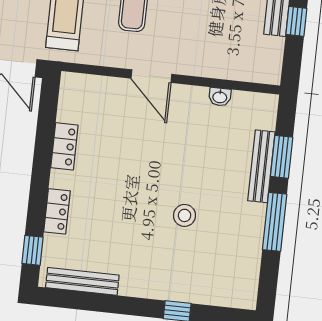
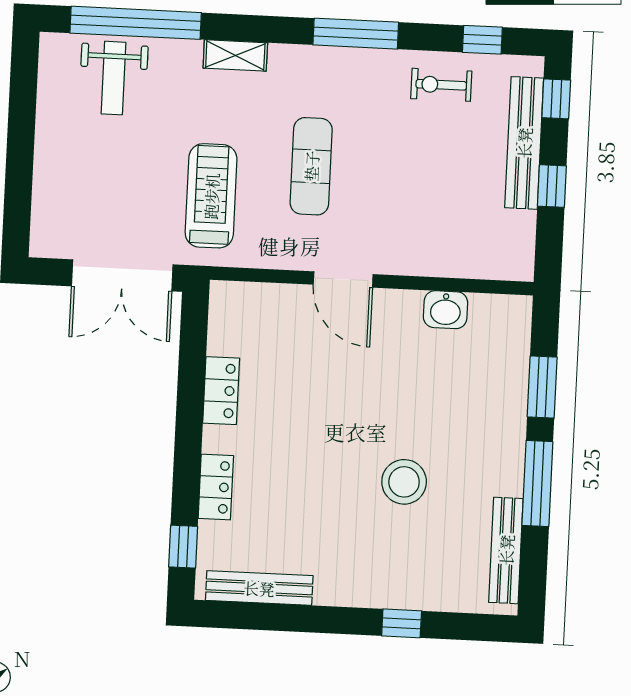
washbasin: (220, 97) -> (445, 310), width x1.38, depth x1.45
bench: (261, 166) -> (506, 550), moved
stool: (185, 215) -> (404, 482), width x1.38, depth x1.38

